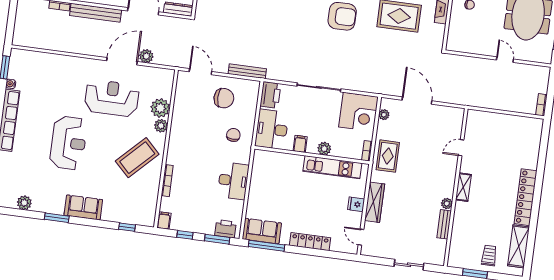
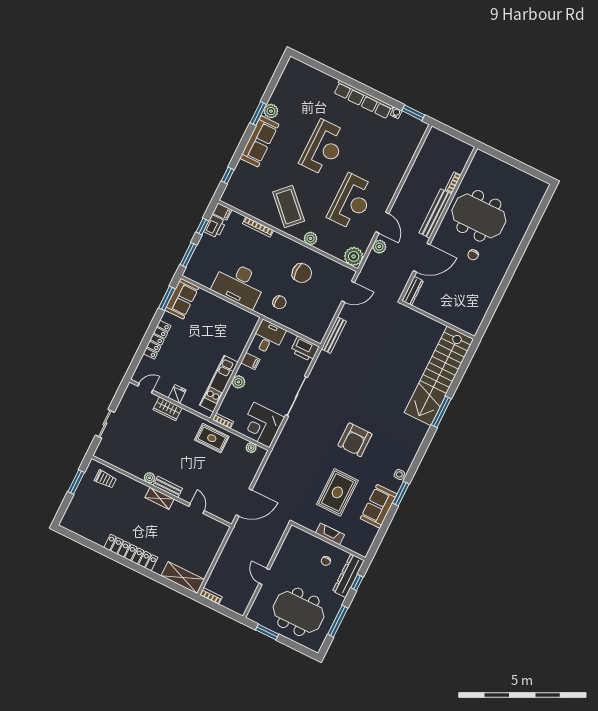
door: (505, 60) -> (264, 576), swing flipped
door: (122, 61) -> (382, 223), width x0.73
chair: (224, 98) -> (302, 273), moved, turned -90
door: (417, 101) -> (244, 502), moved
plant: (160, 108) -> (354, 256), moved
desk: (272, 129) -> (268, 337), width x0.73
reception desk: (68, 143) -> (324, 148), turned -90
desk: (233, 181) -> (239, 284), width x1.36, depth x1.30
wardrobe: (375, 202) -> (168, 409), width x0.67
plant: (24, 203) -> (271, 111), moved
sofa: (83, 207) -> (259, 141), width x1.36
bench: (444, 224) -> (168, 487), moved
printer: (225, 229) -> (215, 226), moved
window: (267, 246) -> (167, 298), width x0.69
shelving: (519, 246) -> (183, 578), moved
trolley: (489, 256) -> (105, 479), moved

